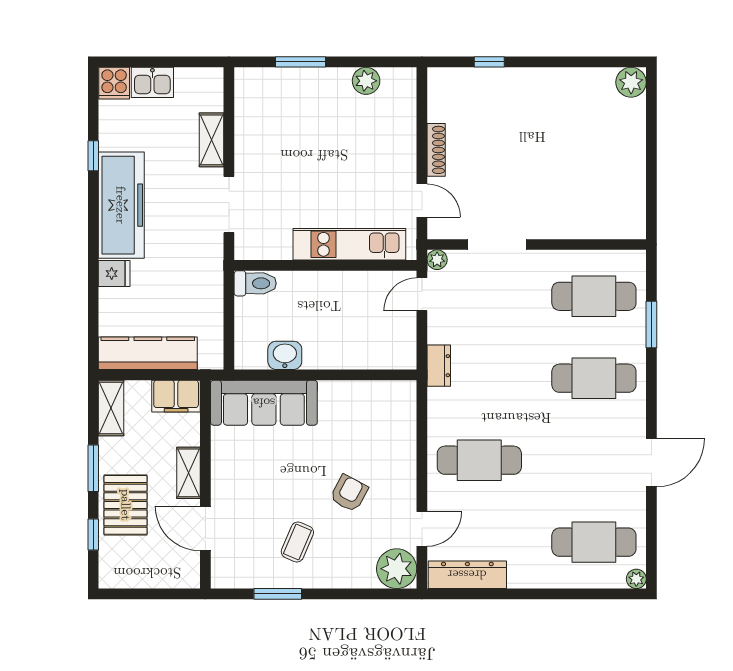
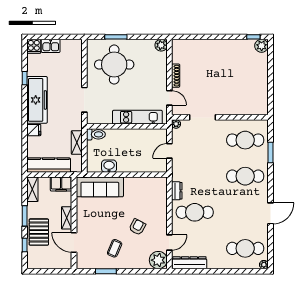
window: (489, 62) -> (253, 37), moved
plant: (366, 81) -> (161, 45), moved
round table: (296, 125) -> (114, 65), added
shelving: (212, 140) -> (77, 143), moved
door: (422, 294) -> (169, 151), moved
dresser: (439, 366) -> (177, 191), moved

